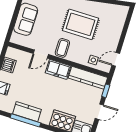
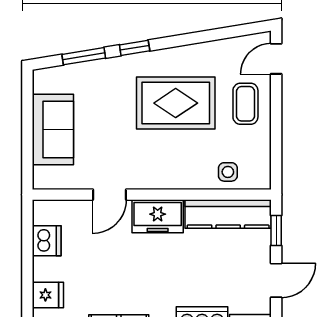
coffee table: (62, 48) -> (245, 104), moved
door: (116, 59) -> (276, 59), moved

